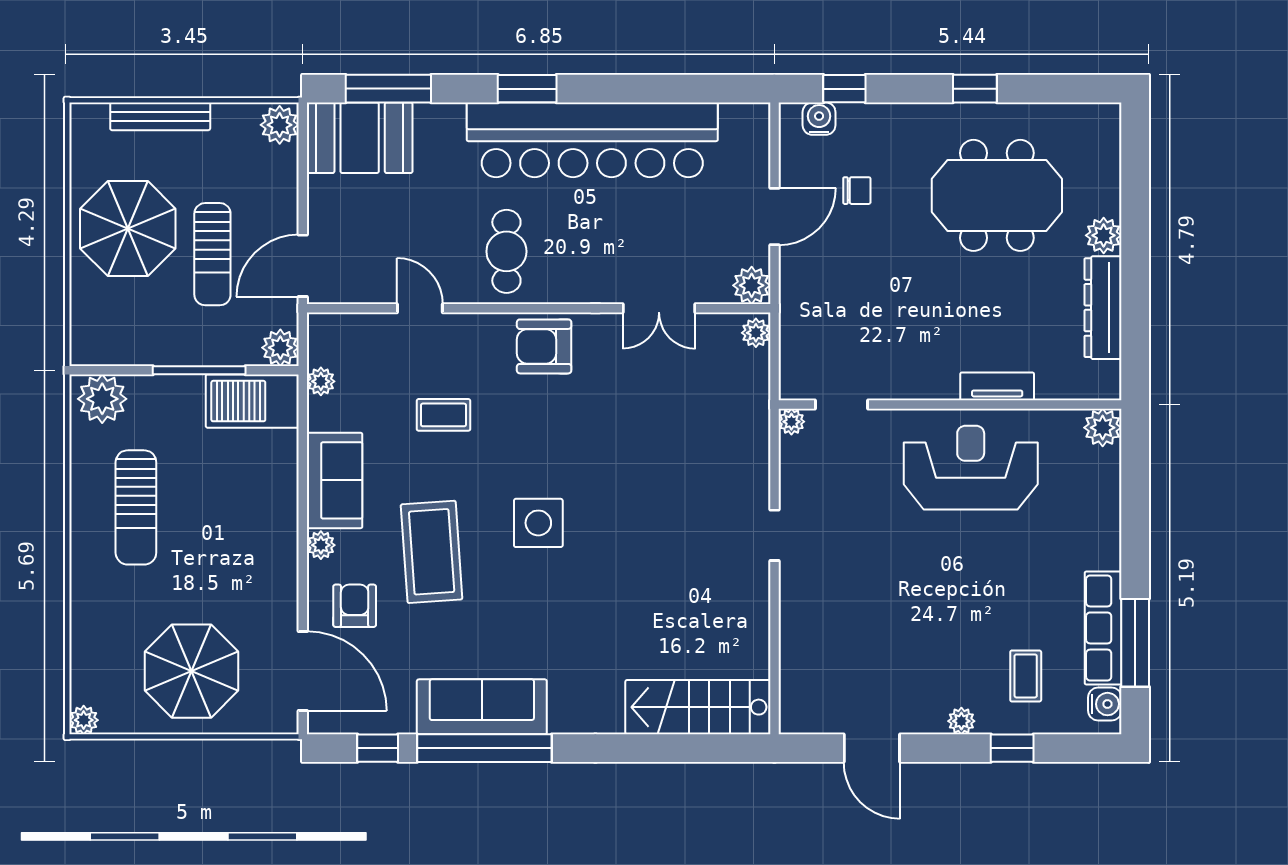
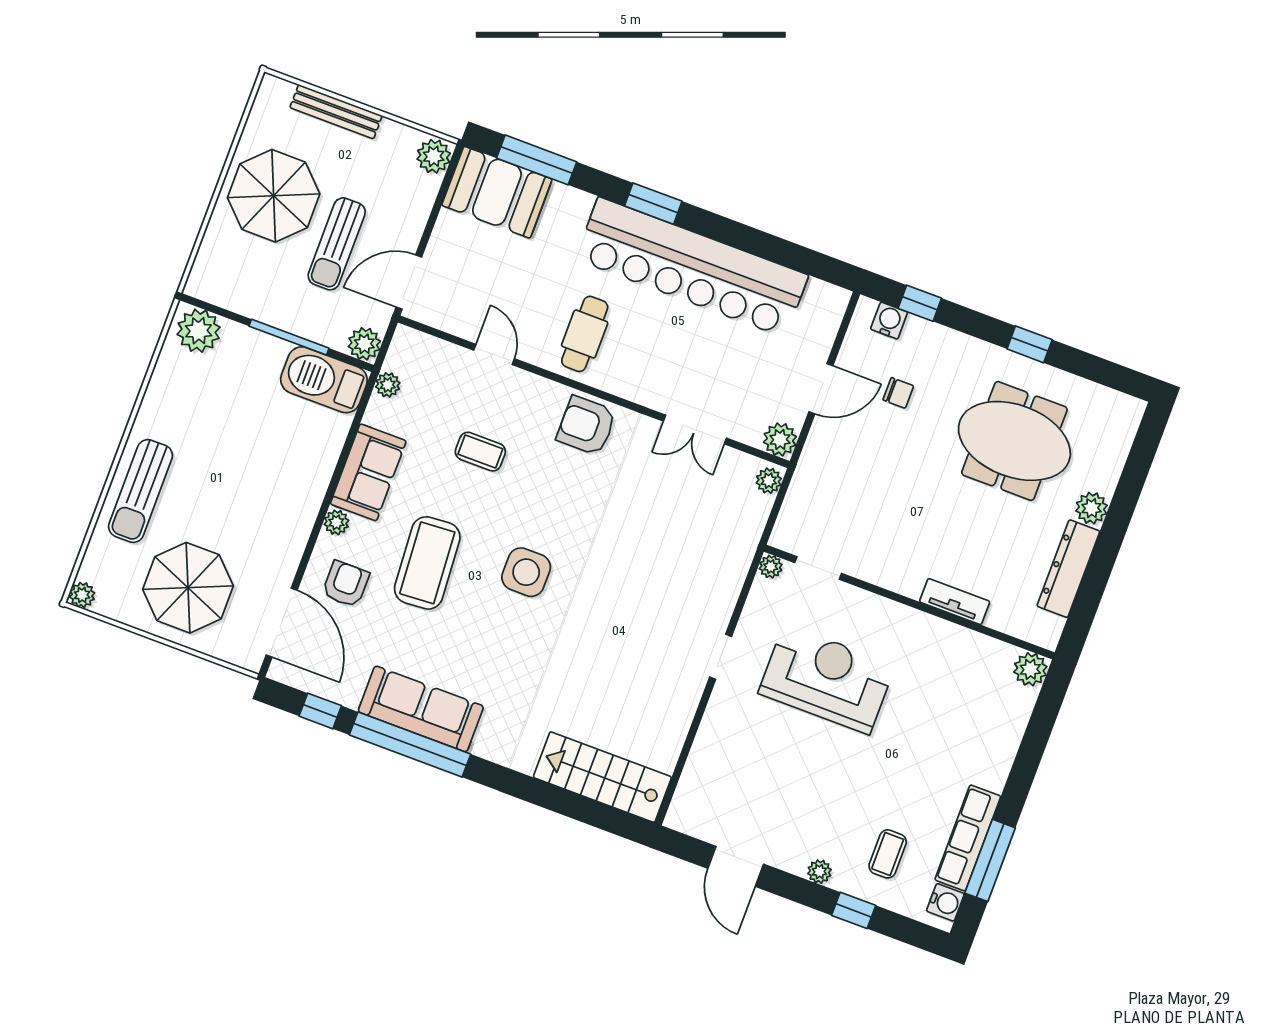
reception desk: (971, 468) -> (827, 679), moved
sun lounger: (136, 507) -> (141, 491), moved

